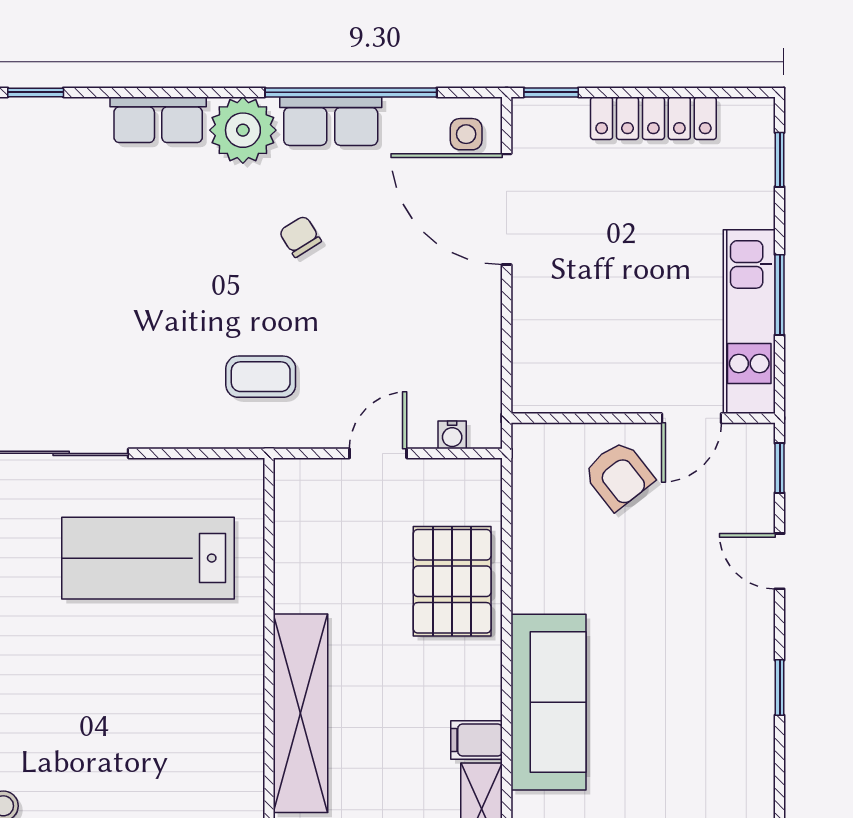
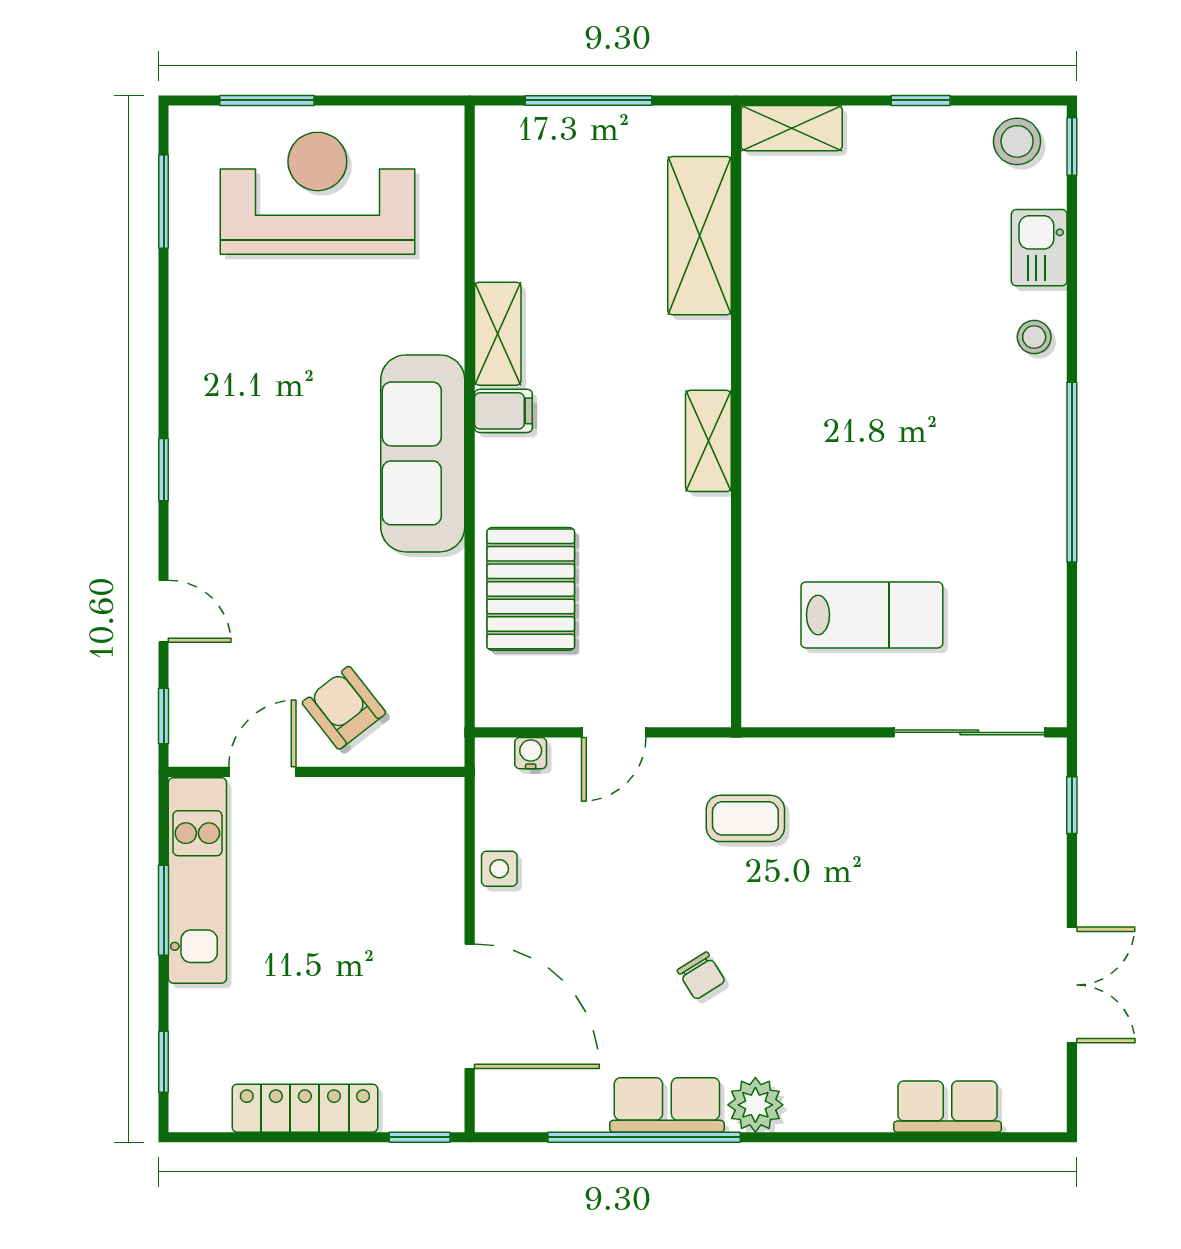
window: (36, 92) -> (998, 1137), removed
row of seats: (158, 120) -> (947, 1107), moved
plant: (243, 130) -> (755, 1105), width x0.73, depth x0.73
side table: (466, 134) -> (499, 869), moved
lab bench: (148, 558) -> (872, 615), width x0.73, depth x0.72
shelving: (300, 713) -> (708, 441), width x0.45, depth x0.75

